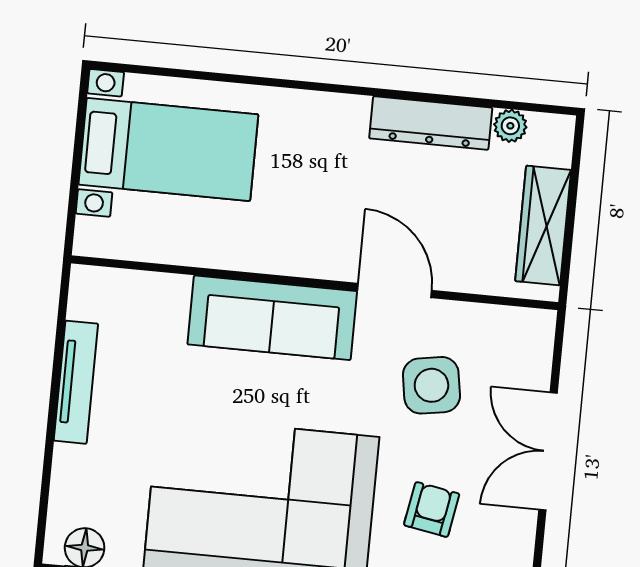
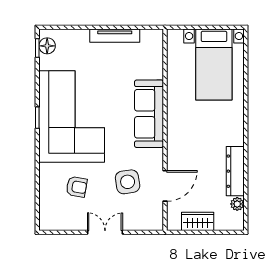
wardrobe: (543, 225) -> (198, 221), width x0.67
door: (395, 290) -> (165, 186), moved
double door: (548, 451) -> (105, 232), width x0.73

